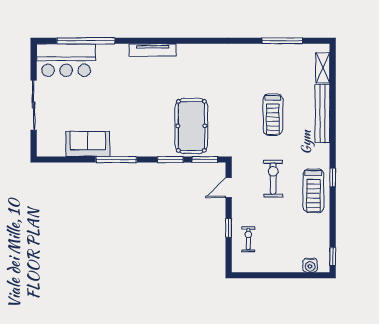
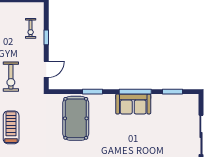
sofa: (88, 144) -> (133, 104), moved
window: (205, 160) -> (173, 92), moved

